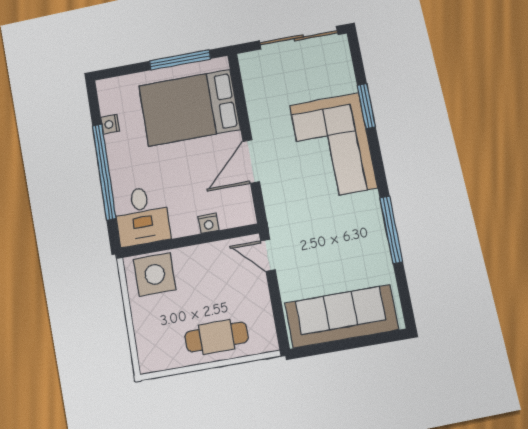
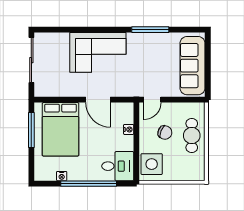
window: (366, 106) -> (78, 30), removed
chair: (214, 288) -> (165, 133), added

